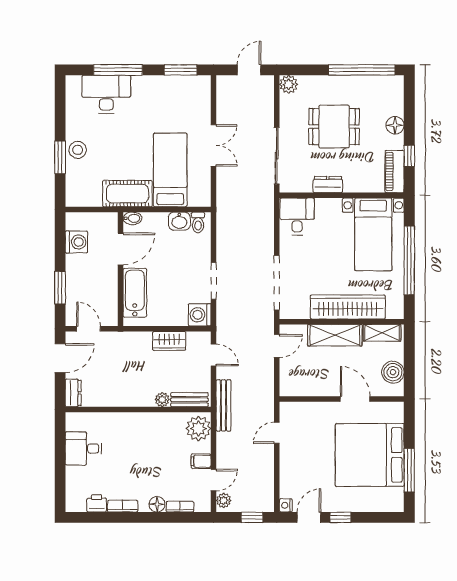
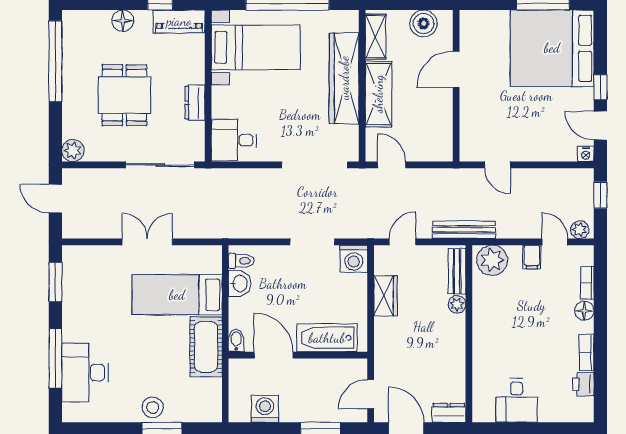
bed: (370, 455) -> (552, 48), moved, turned 90

